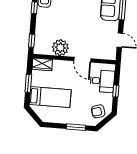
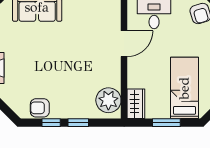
window: (32, 41) -> (78, 123), moved
plant: (60, 48) -> (108, 100), moved

